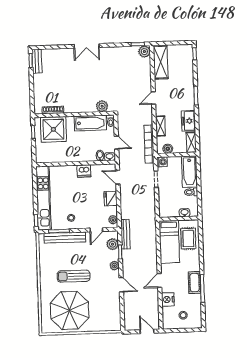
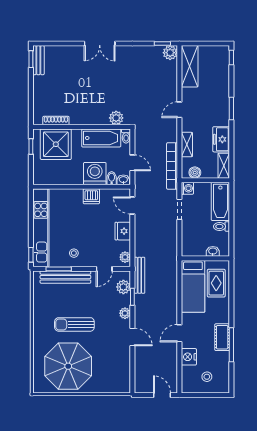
washing machine: (86, 152) -> (95, 174), added

